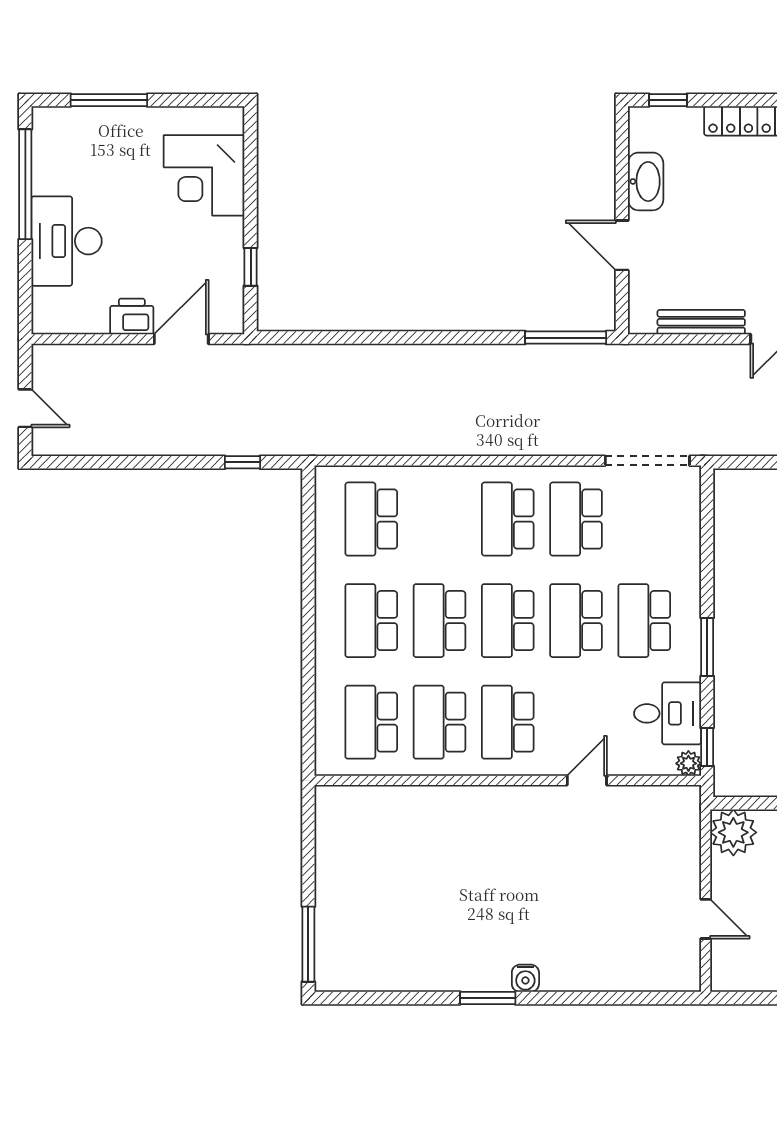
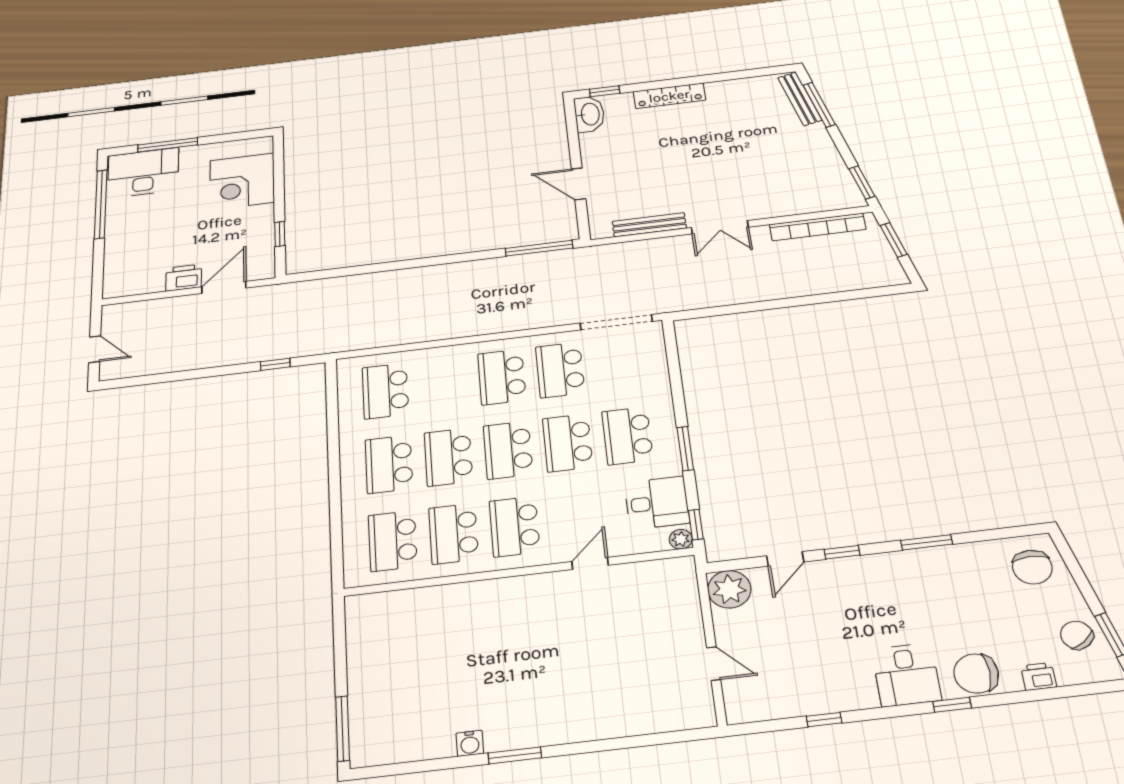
washbasin: (646, 181) -> (589, 114), moved
desk: (67, 241) -> (143, 173), moved, turned 90
water cooler: (525, 978) -> (470, 743), moved

